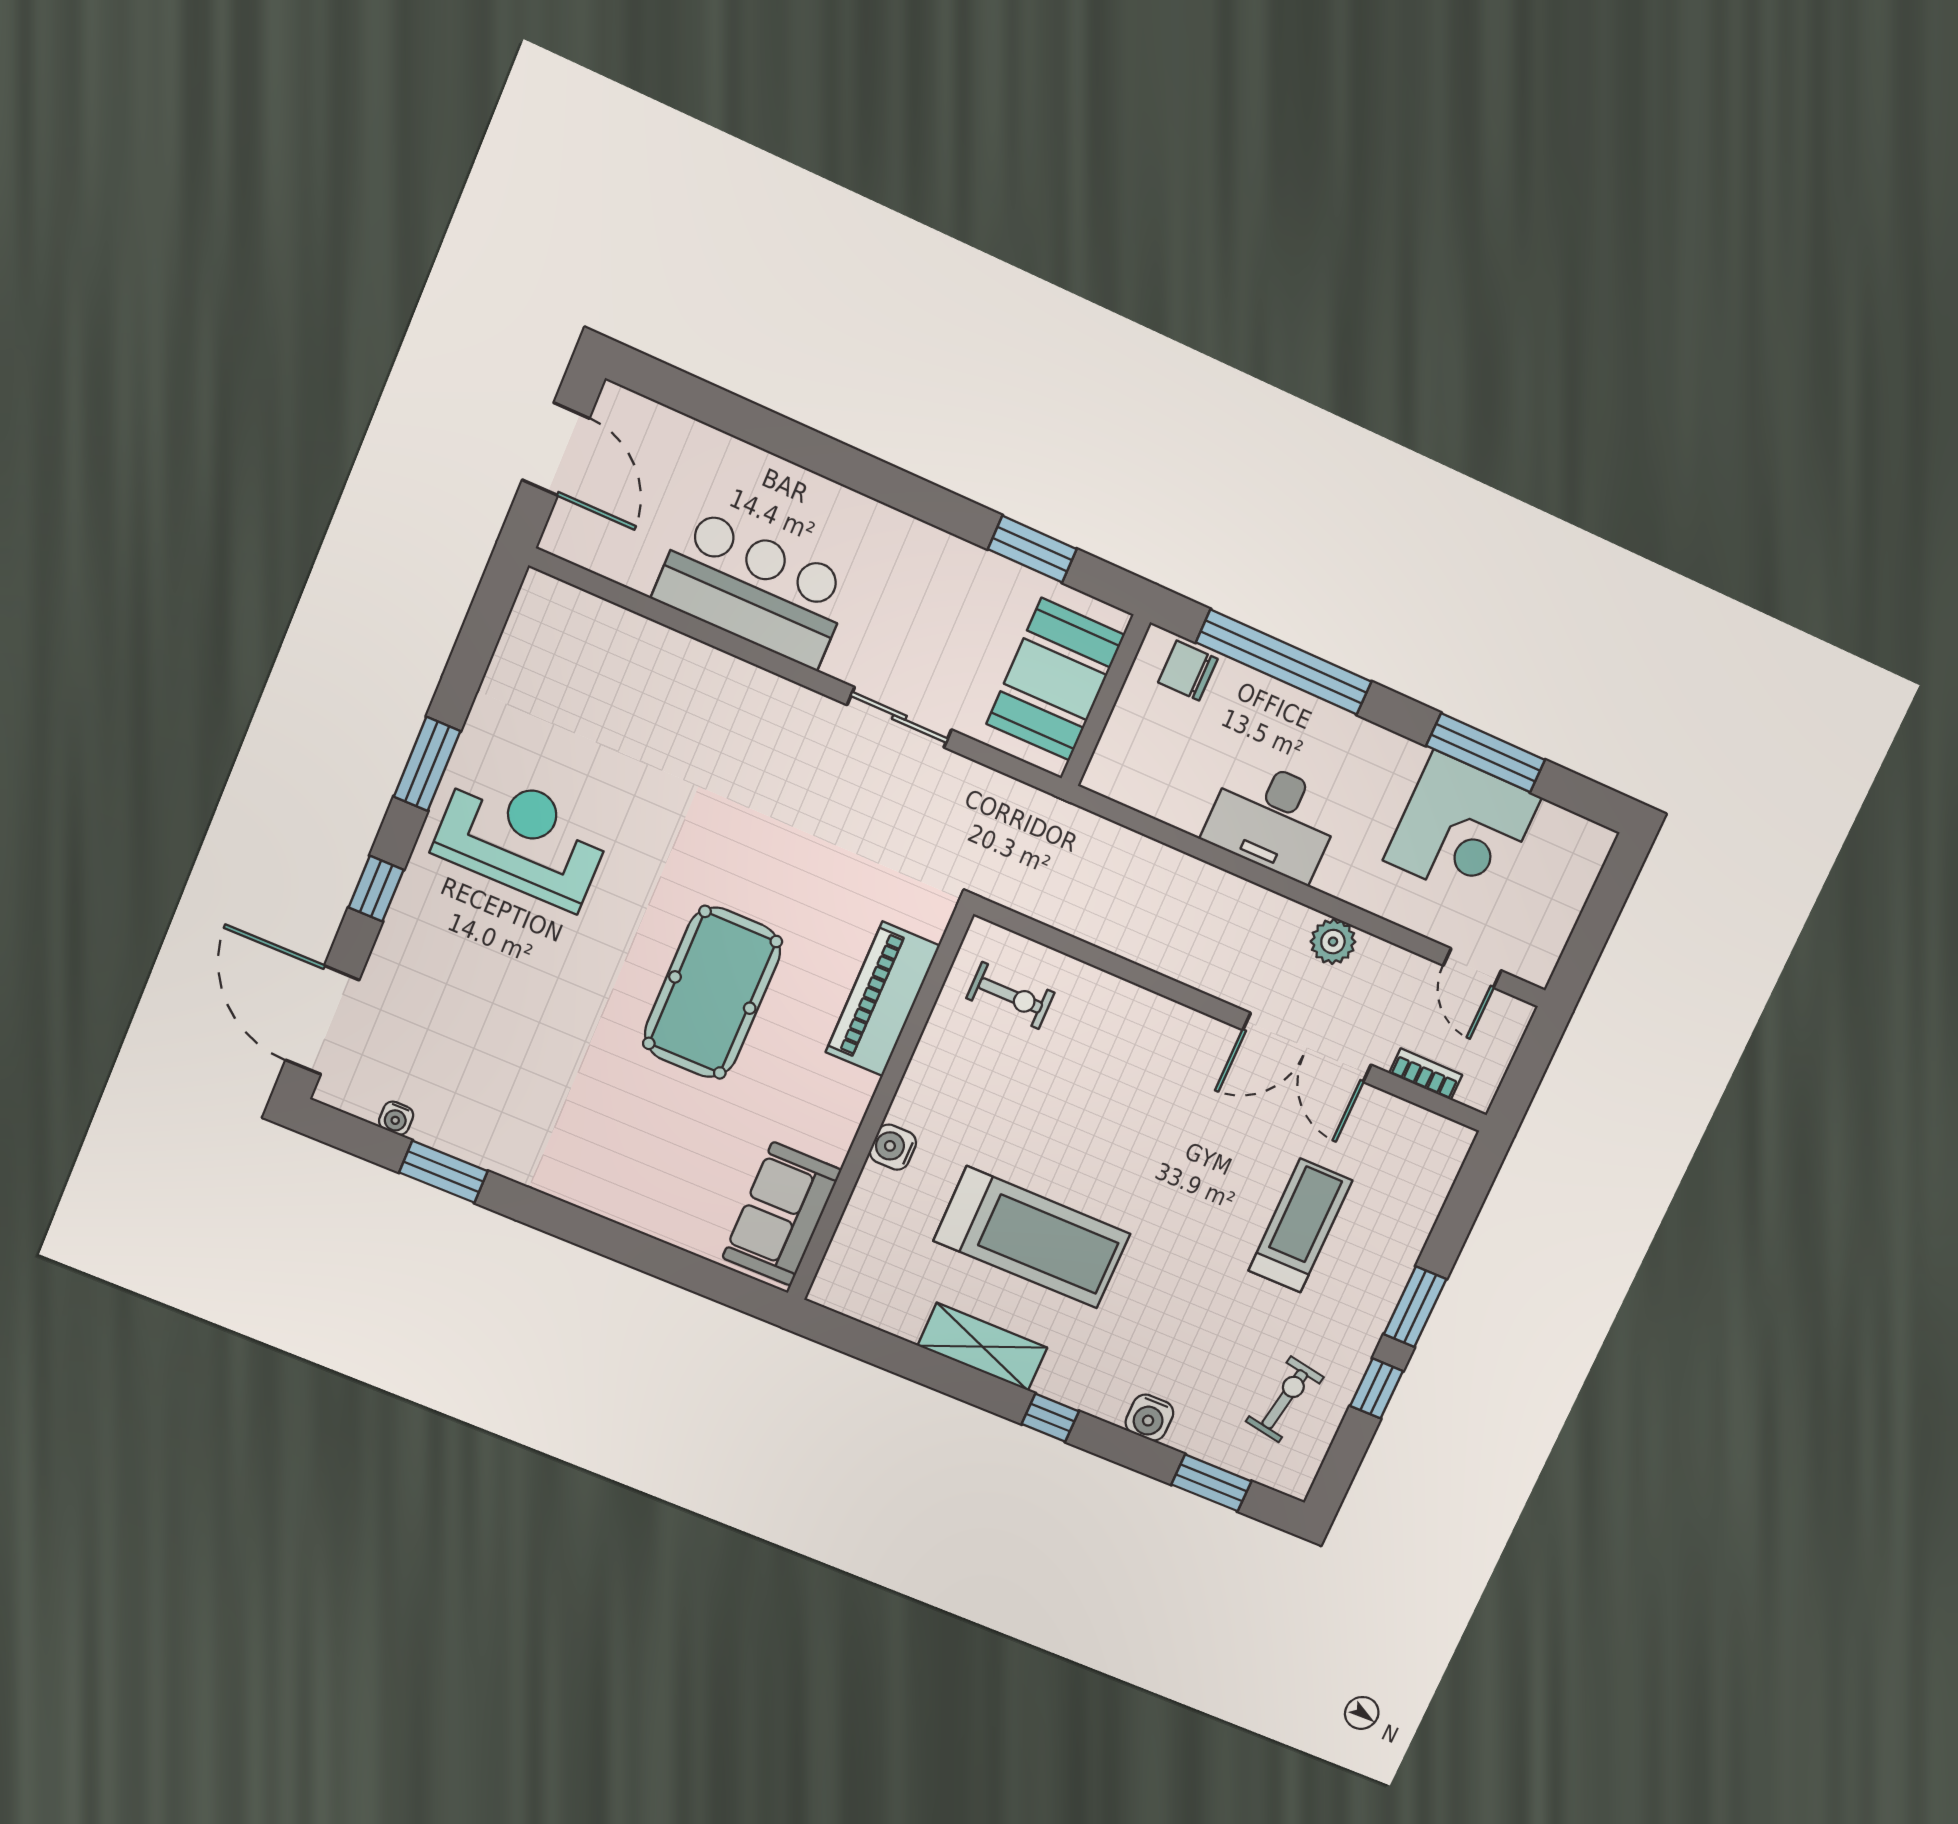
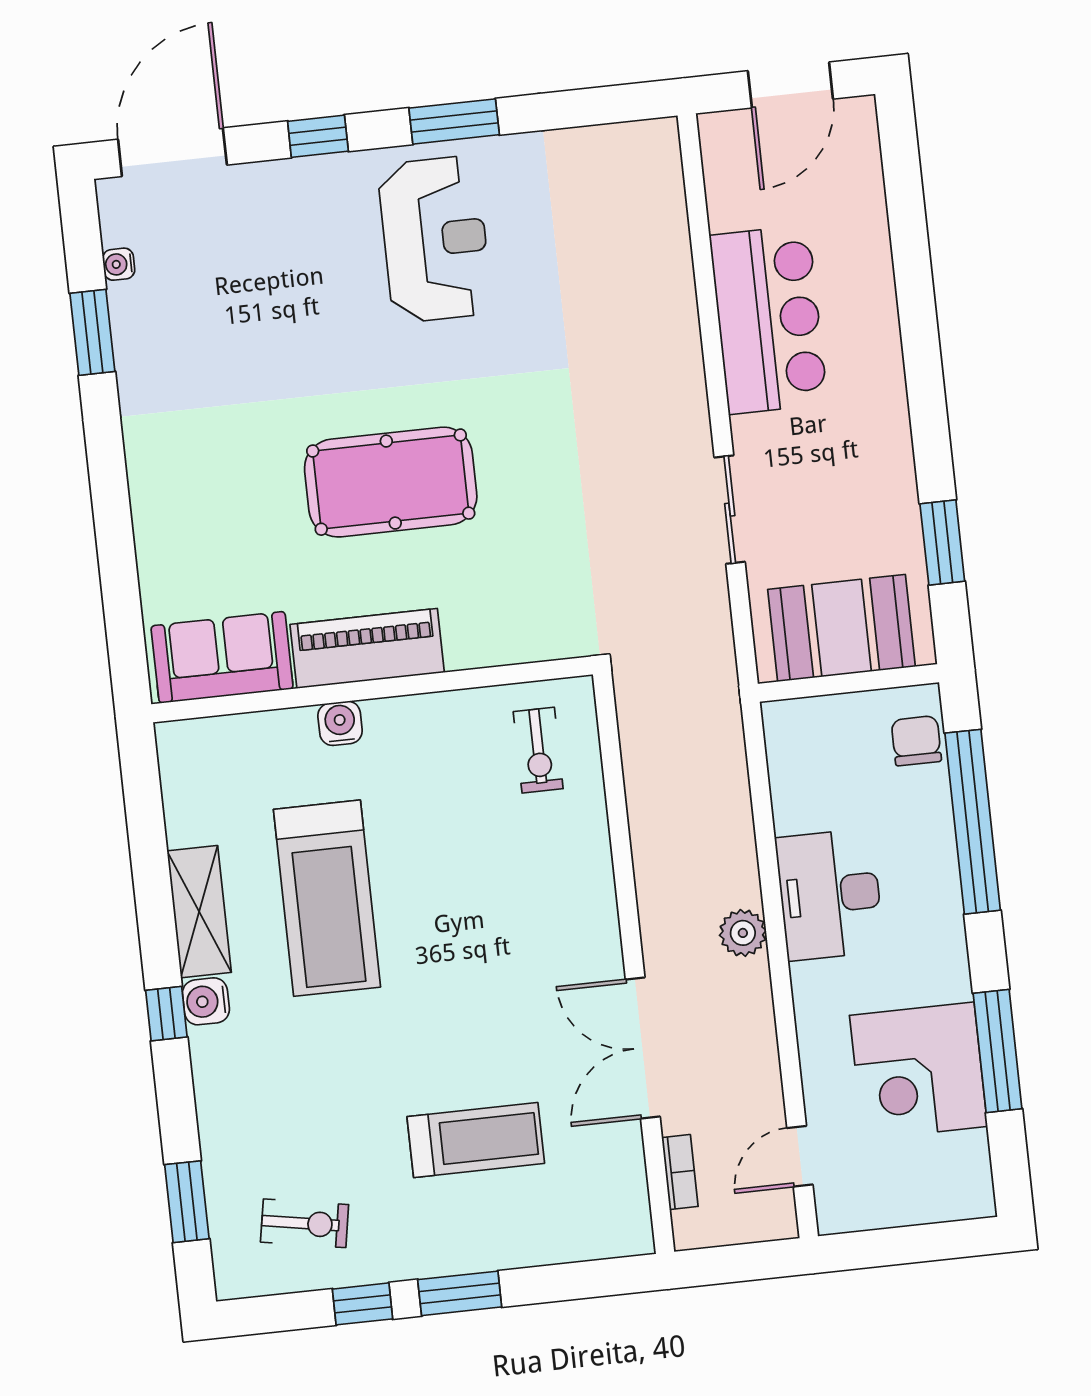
plant: (1333, 942) -> (743, 933), moved
piano: (883, 999) -> (367, 648), moved
water cooler: (1149, 1418) -> (206, 1001), moved

